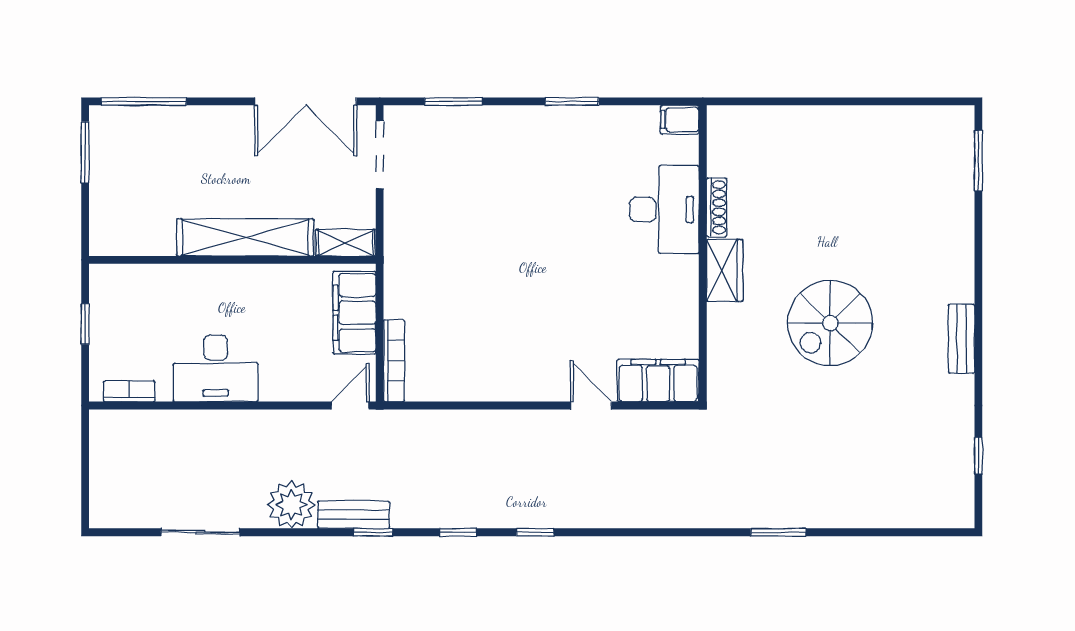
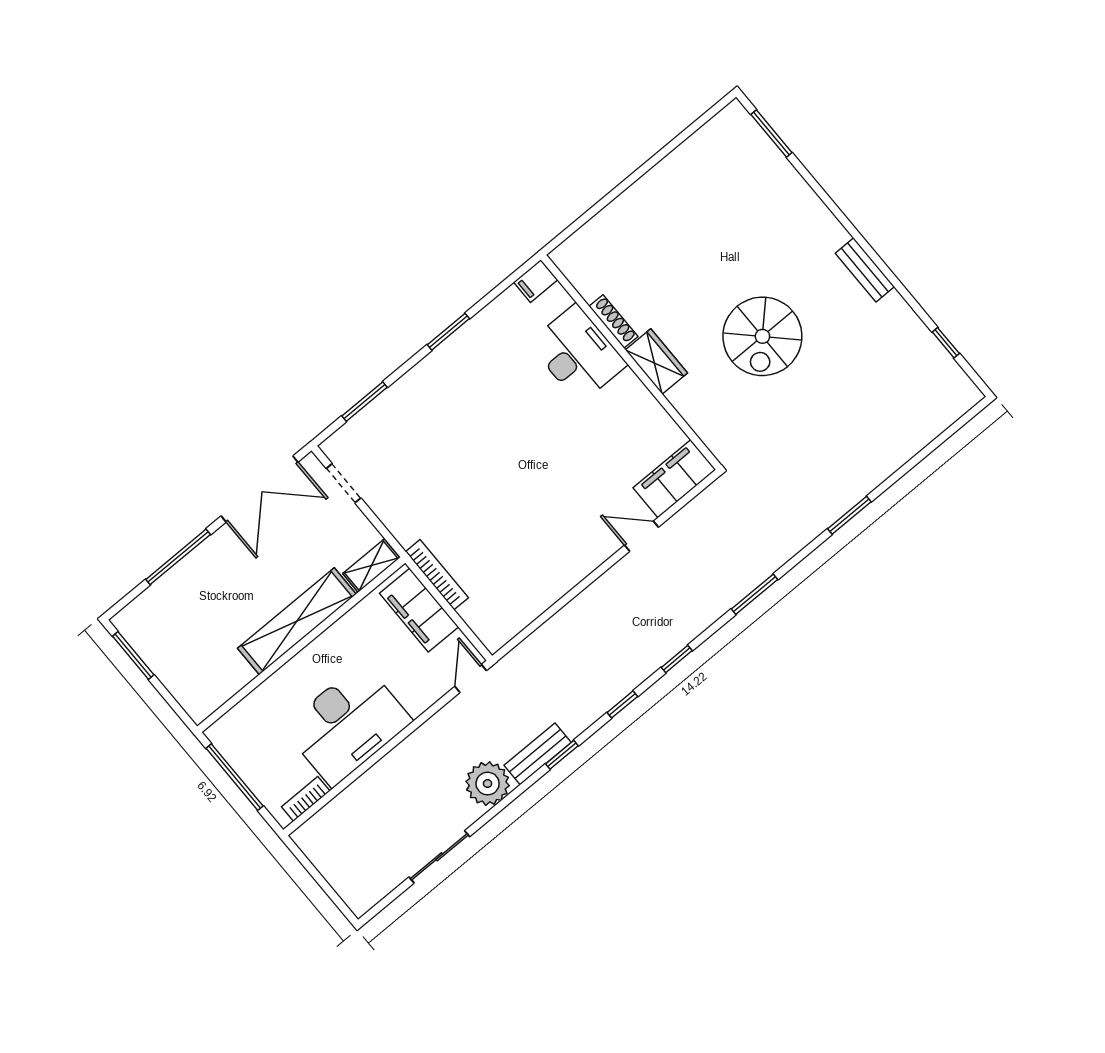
window: (144, 101) -> (178, 557), moved
doorway: (380, 155) -> (344, 483), width x0.73
window: (85, 324) -> (235, 777), width x2.17
bookcase: (394, 361) -> (437, 575), moved
desk: (216, 368) -> (347, 724), width x1.36, depth x1.30
window: (645, 532) -> (754, 594), added

